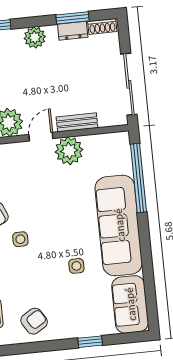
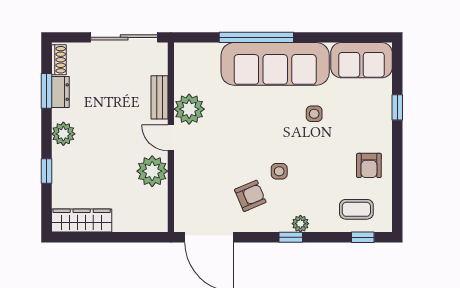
window: (138, 178) -> (256, 37), moved
armchair: (34, 321) -> (369, 165), turned -148

